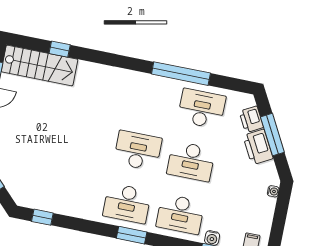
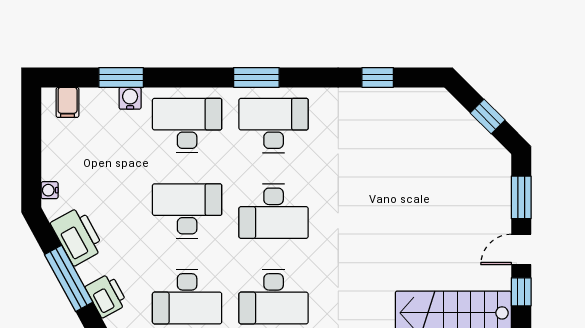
desk: (148, 98) -> (274, 297), added
printer: (258, 147) -> (77, 236), moved
window: (42, 217) -> (378, 77), moved

